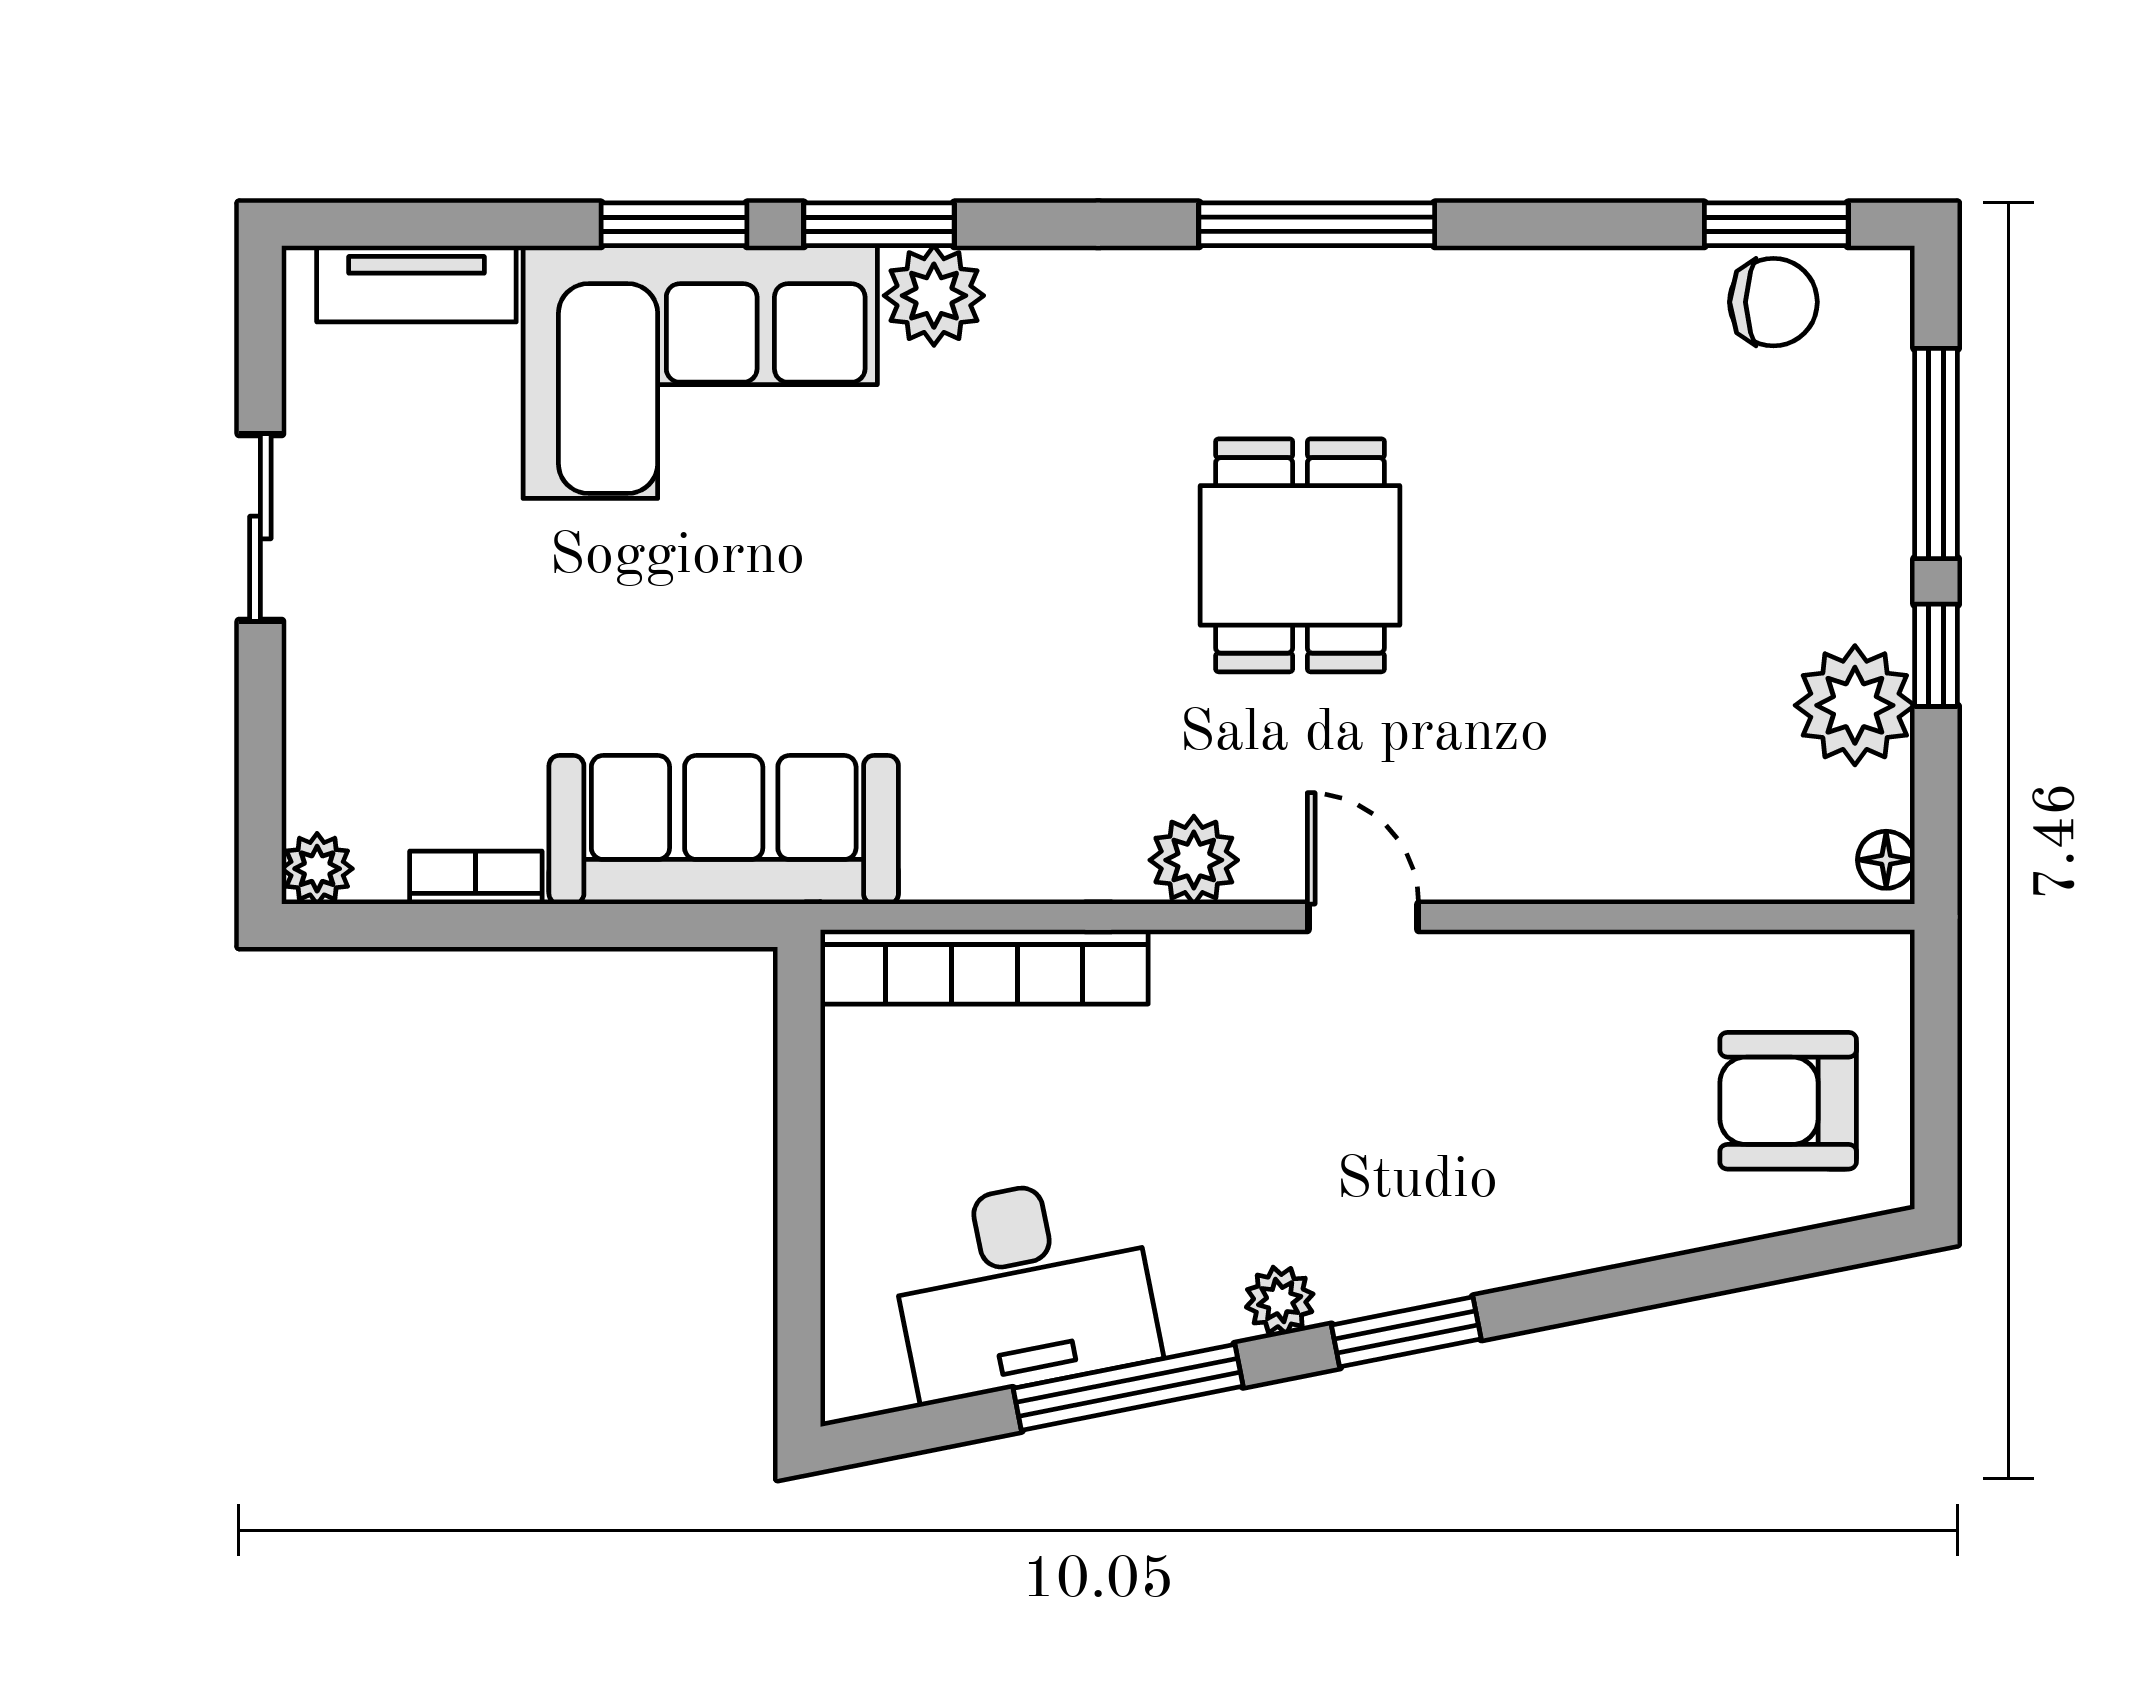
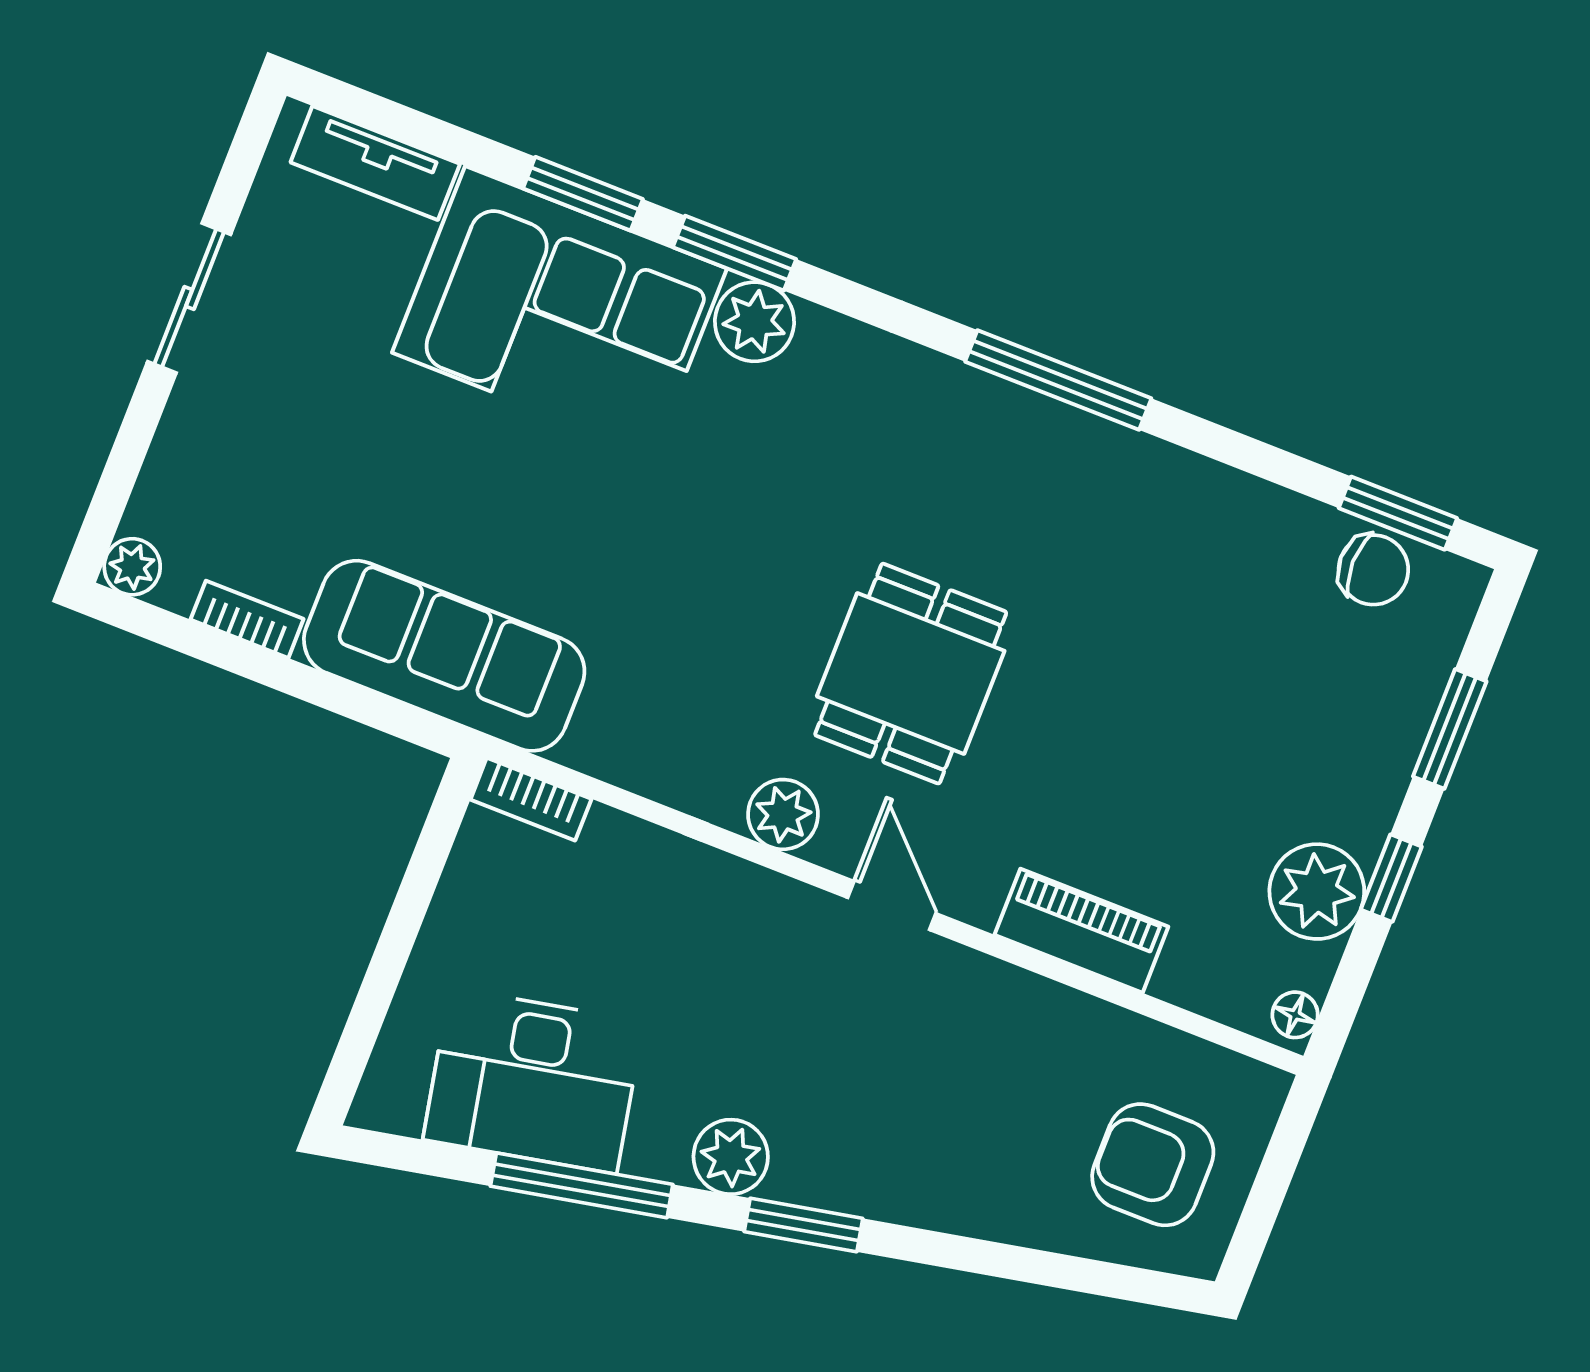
window: (1936, 454) -> (1450, 729), width x0.69
dining table: (1300, 555) -> (911, 674), moved
piano: (1597, 859) -> (1081, 931), added
bookcase: (984, 967) -> (531, 799), width x0.43, depth x0.76
plant: (1280, 1301) -> (731, 1157), width x1.38, depth x1.38

